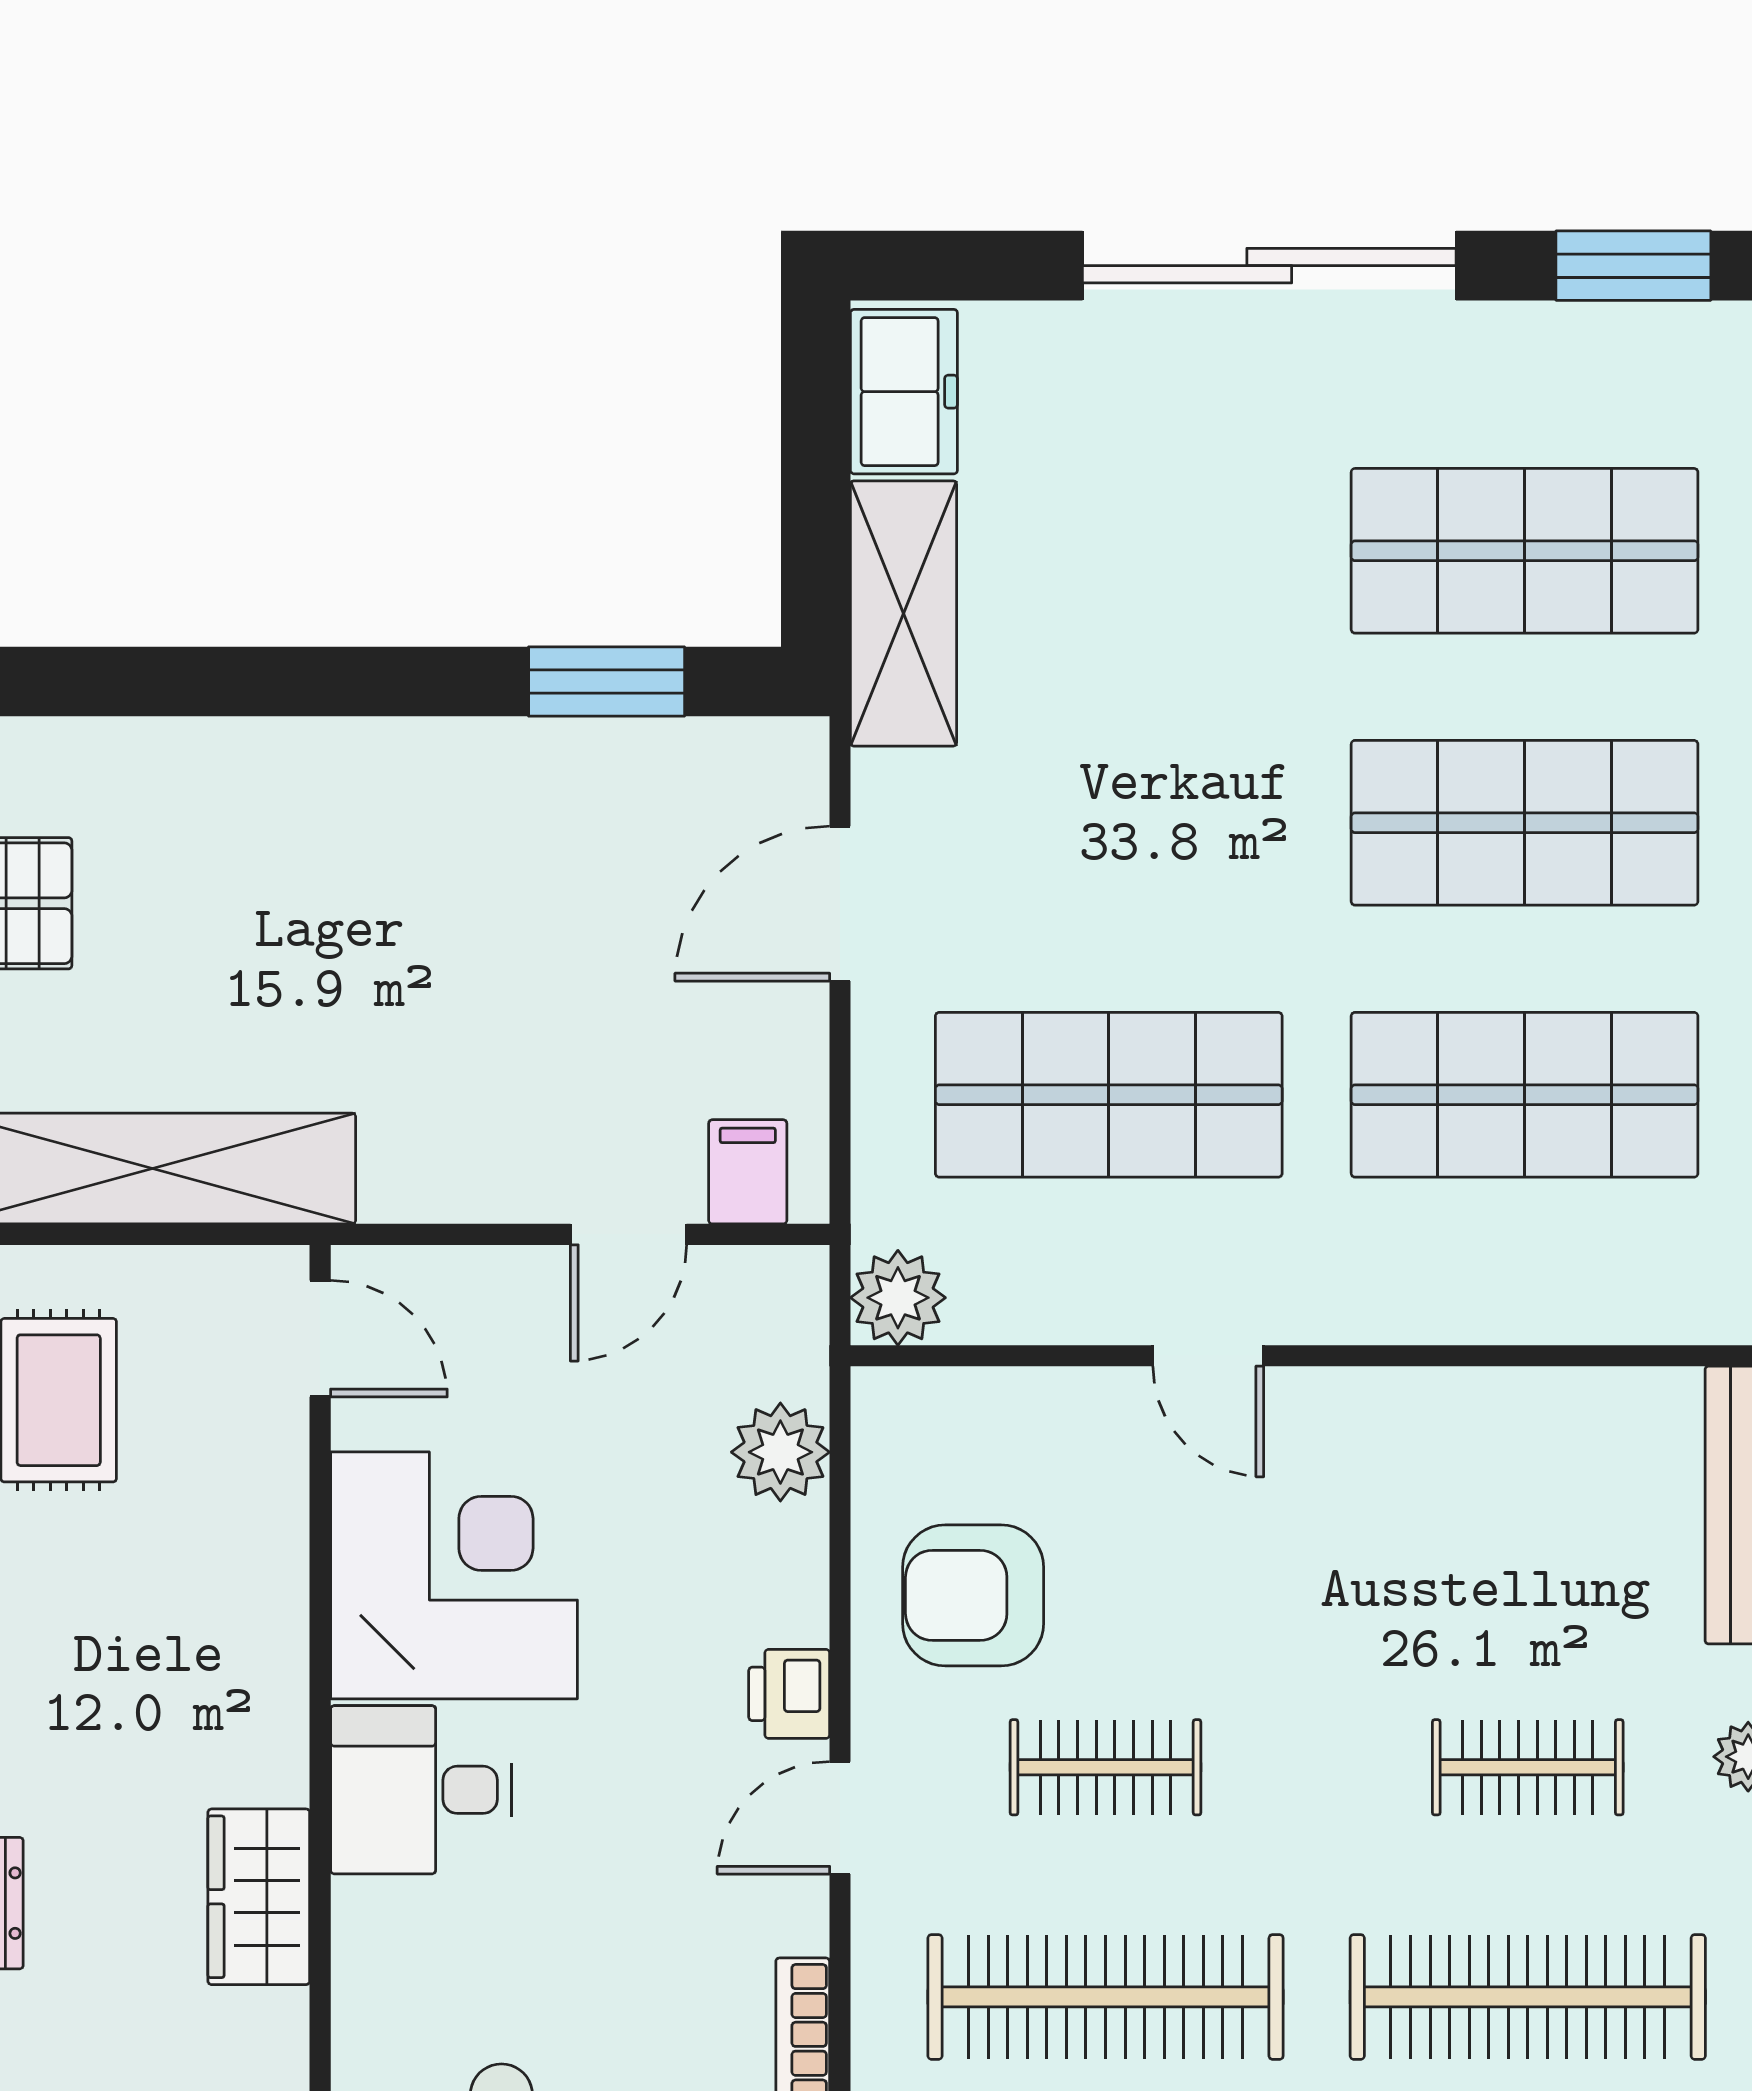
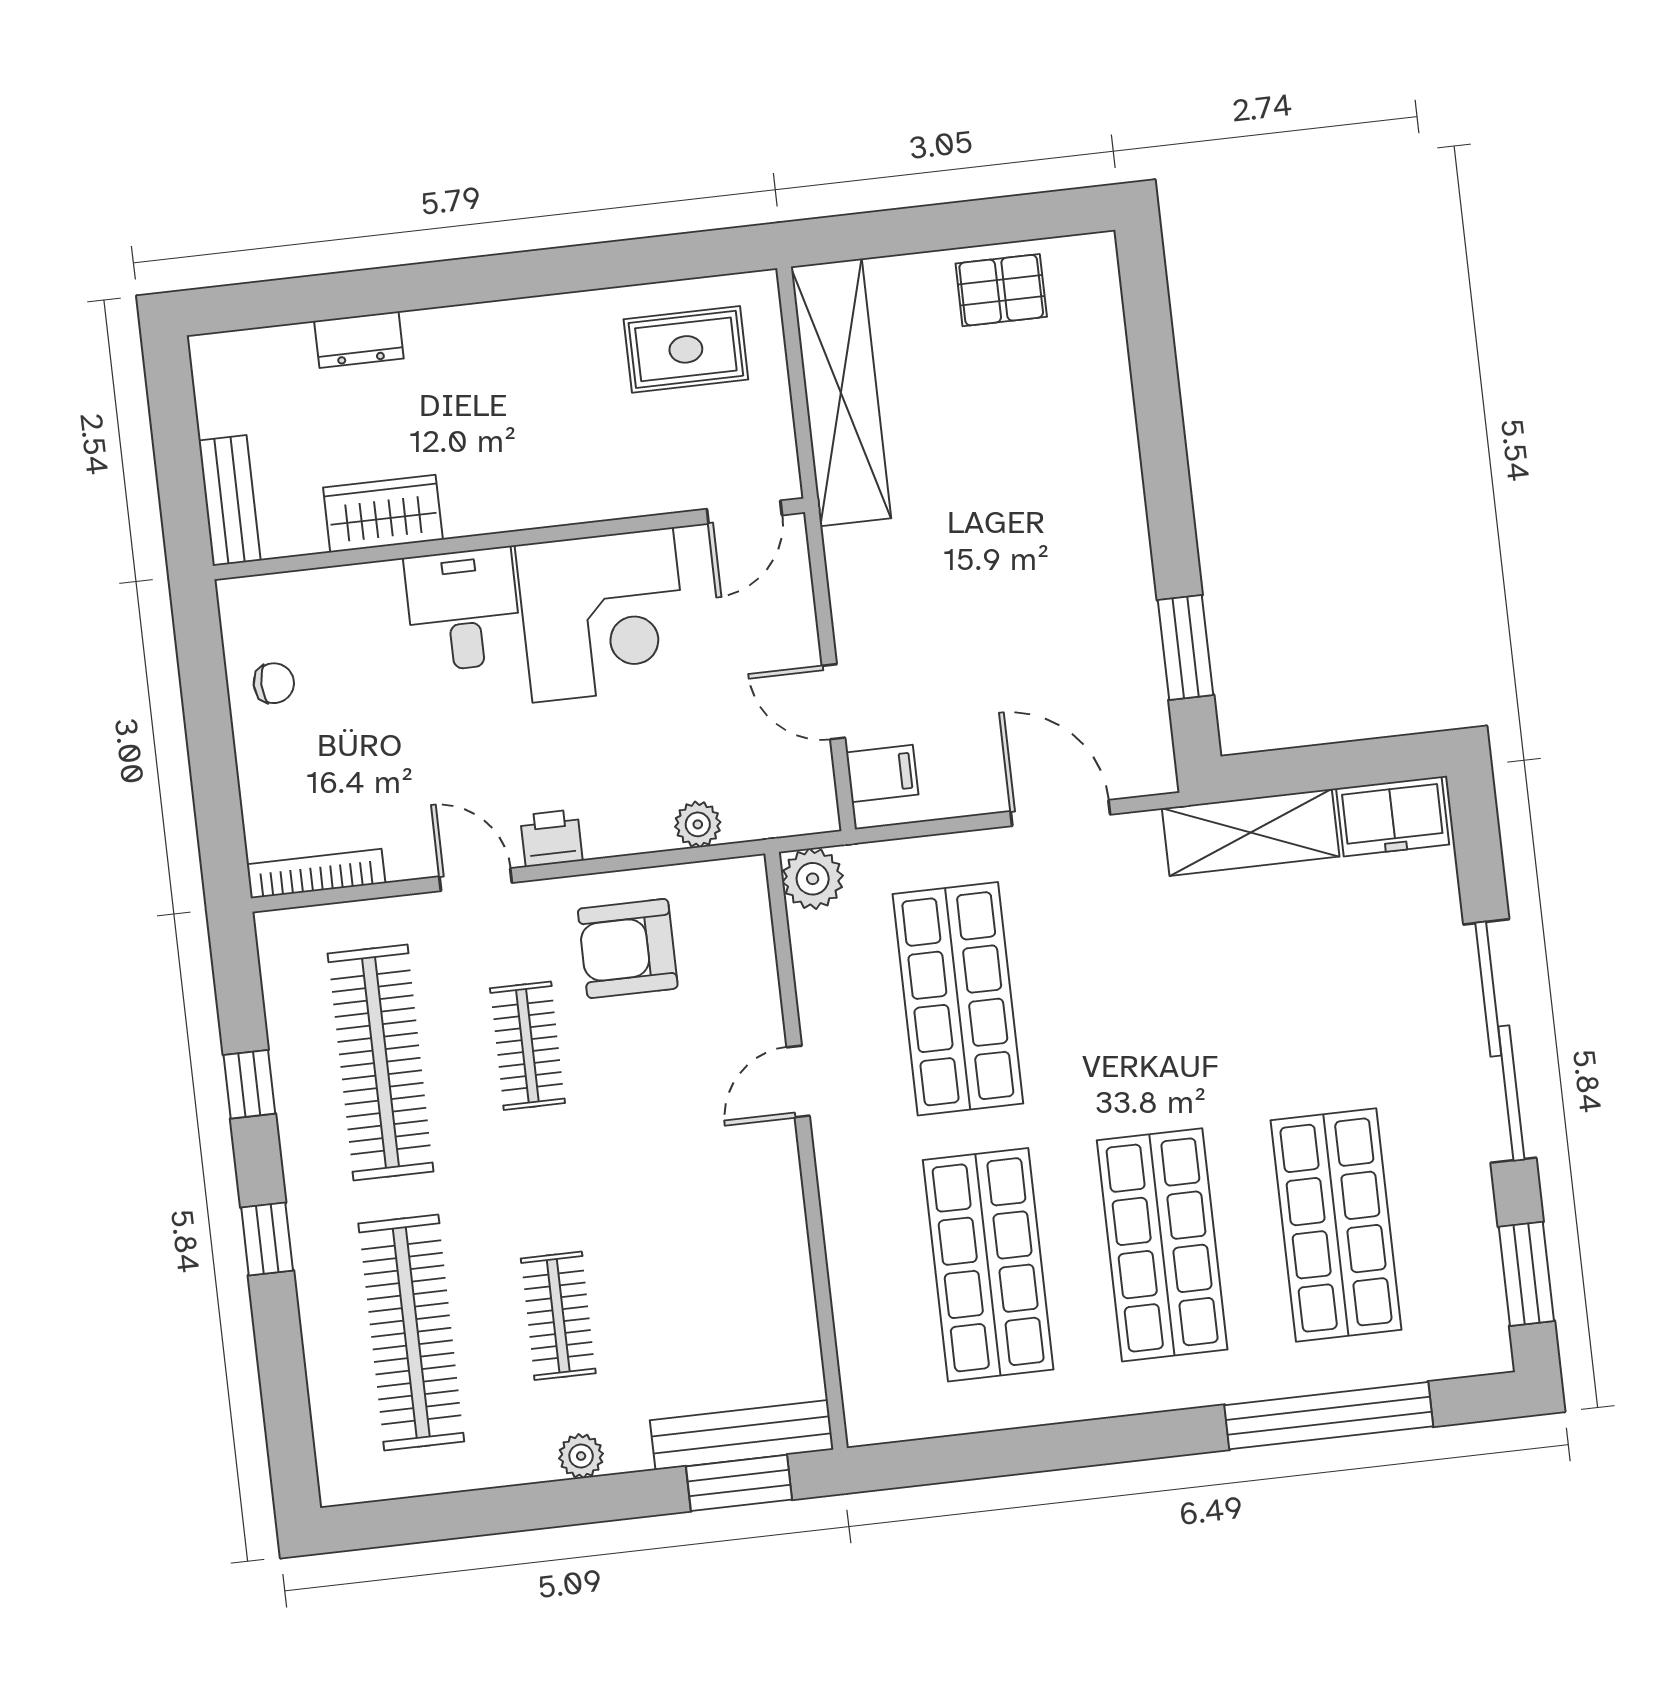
plant: (780, 1452) -> (698, 824), width x0.73, depth x0.73
armchair: (973, 1595) -> (628, 949), turned -90

